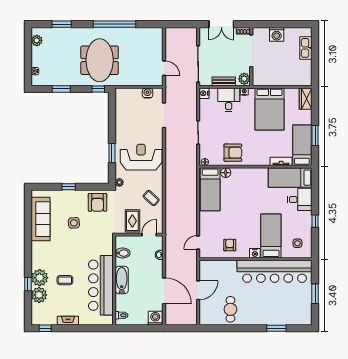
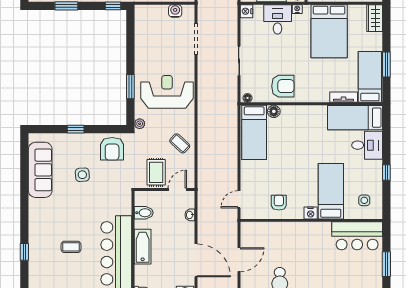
bar counter: (275, 271) -> (357, 236), width x0.54
plant: (40, 278) -> (39, 244), removed
plant: (39, 295) -> (38, 266), removed

